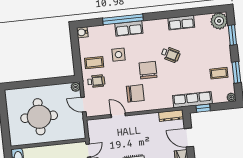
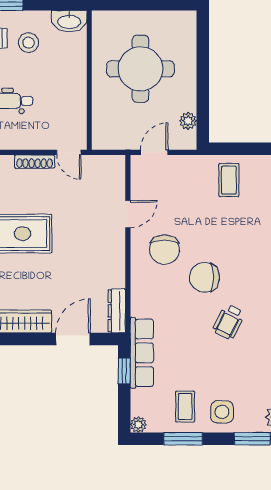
side table: (119, 55) -> (222, 412), moved
chair: (148, 70) -> (204, 277), turned 180
wheelchair: (96, 81) -> (194, 180), removed
plant: (76, 87) -> (188, 121), moved

